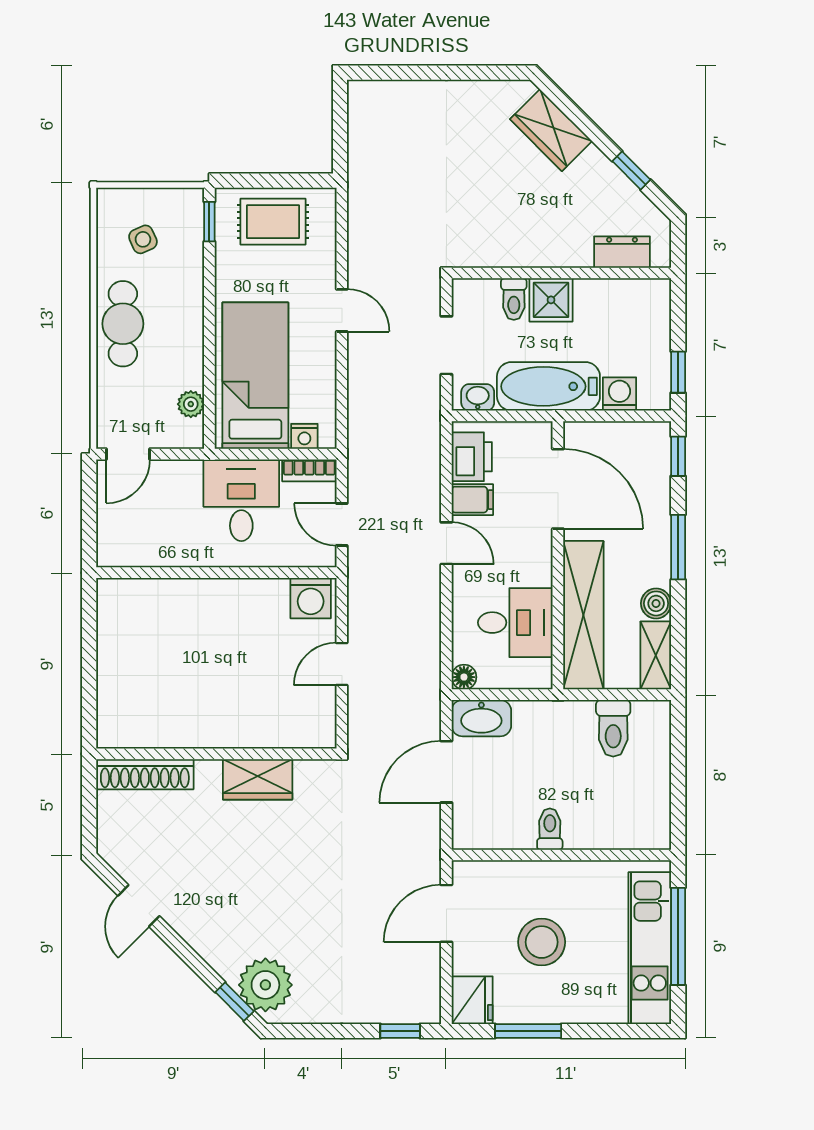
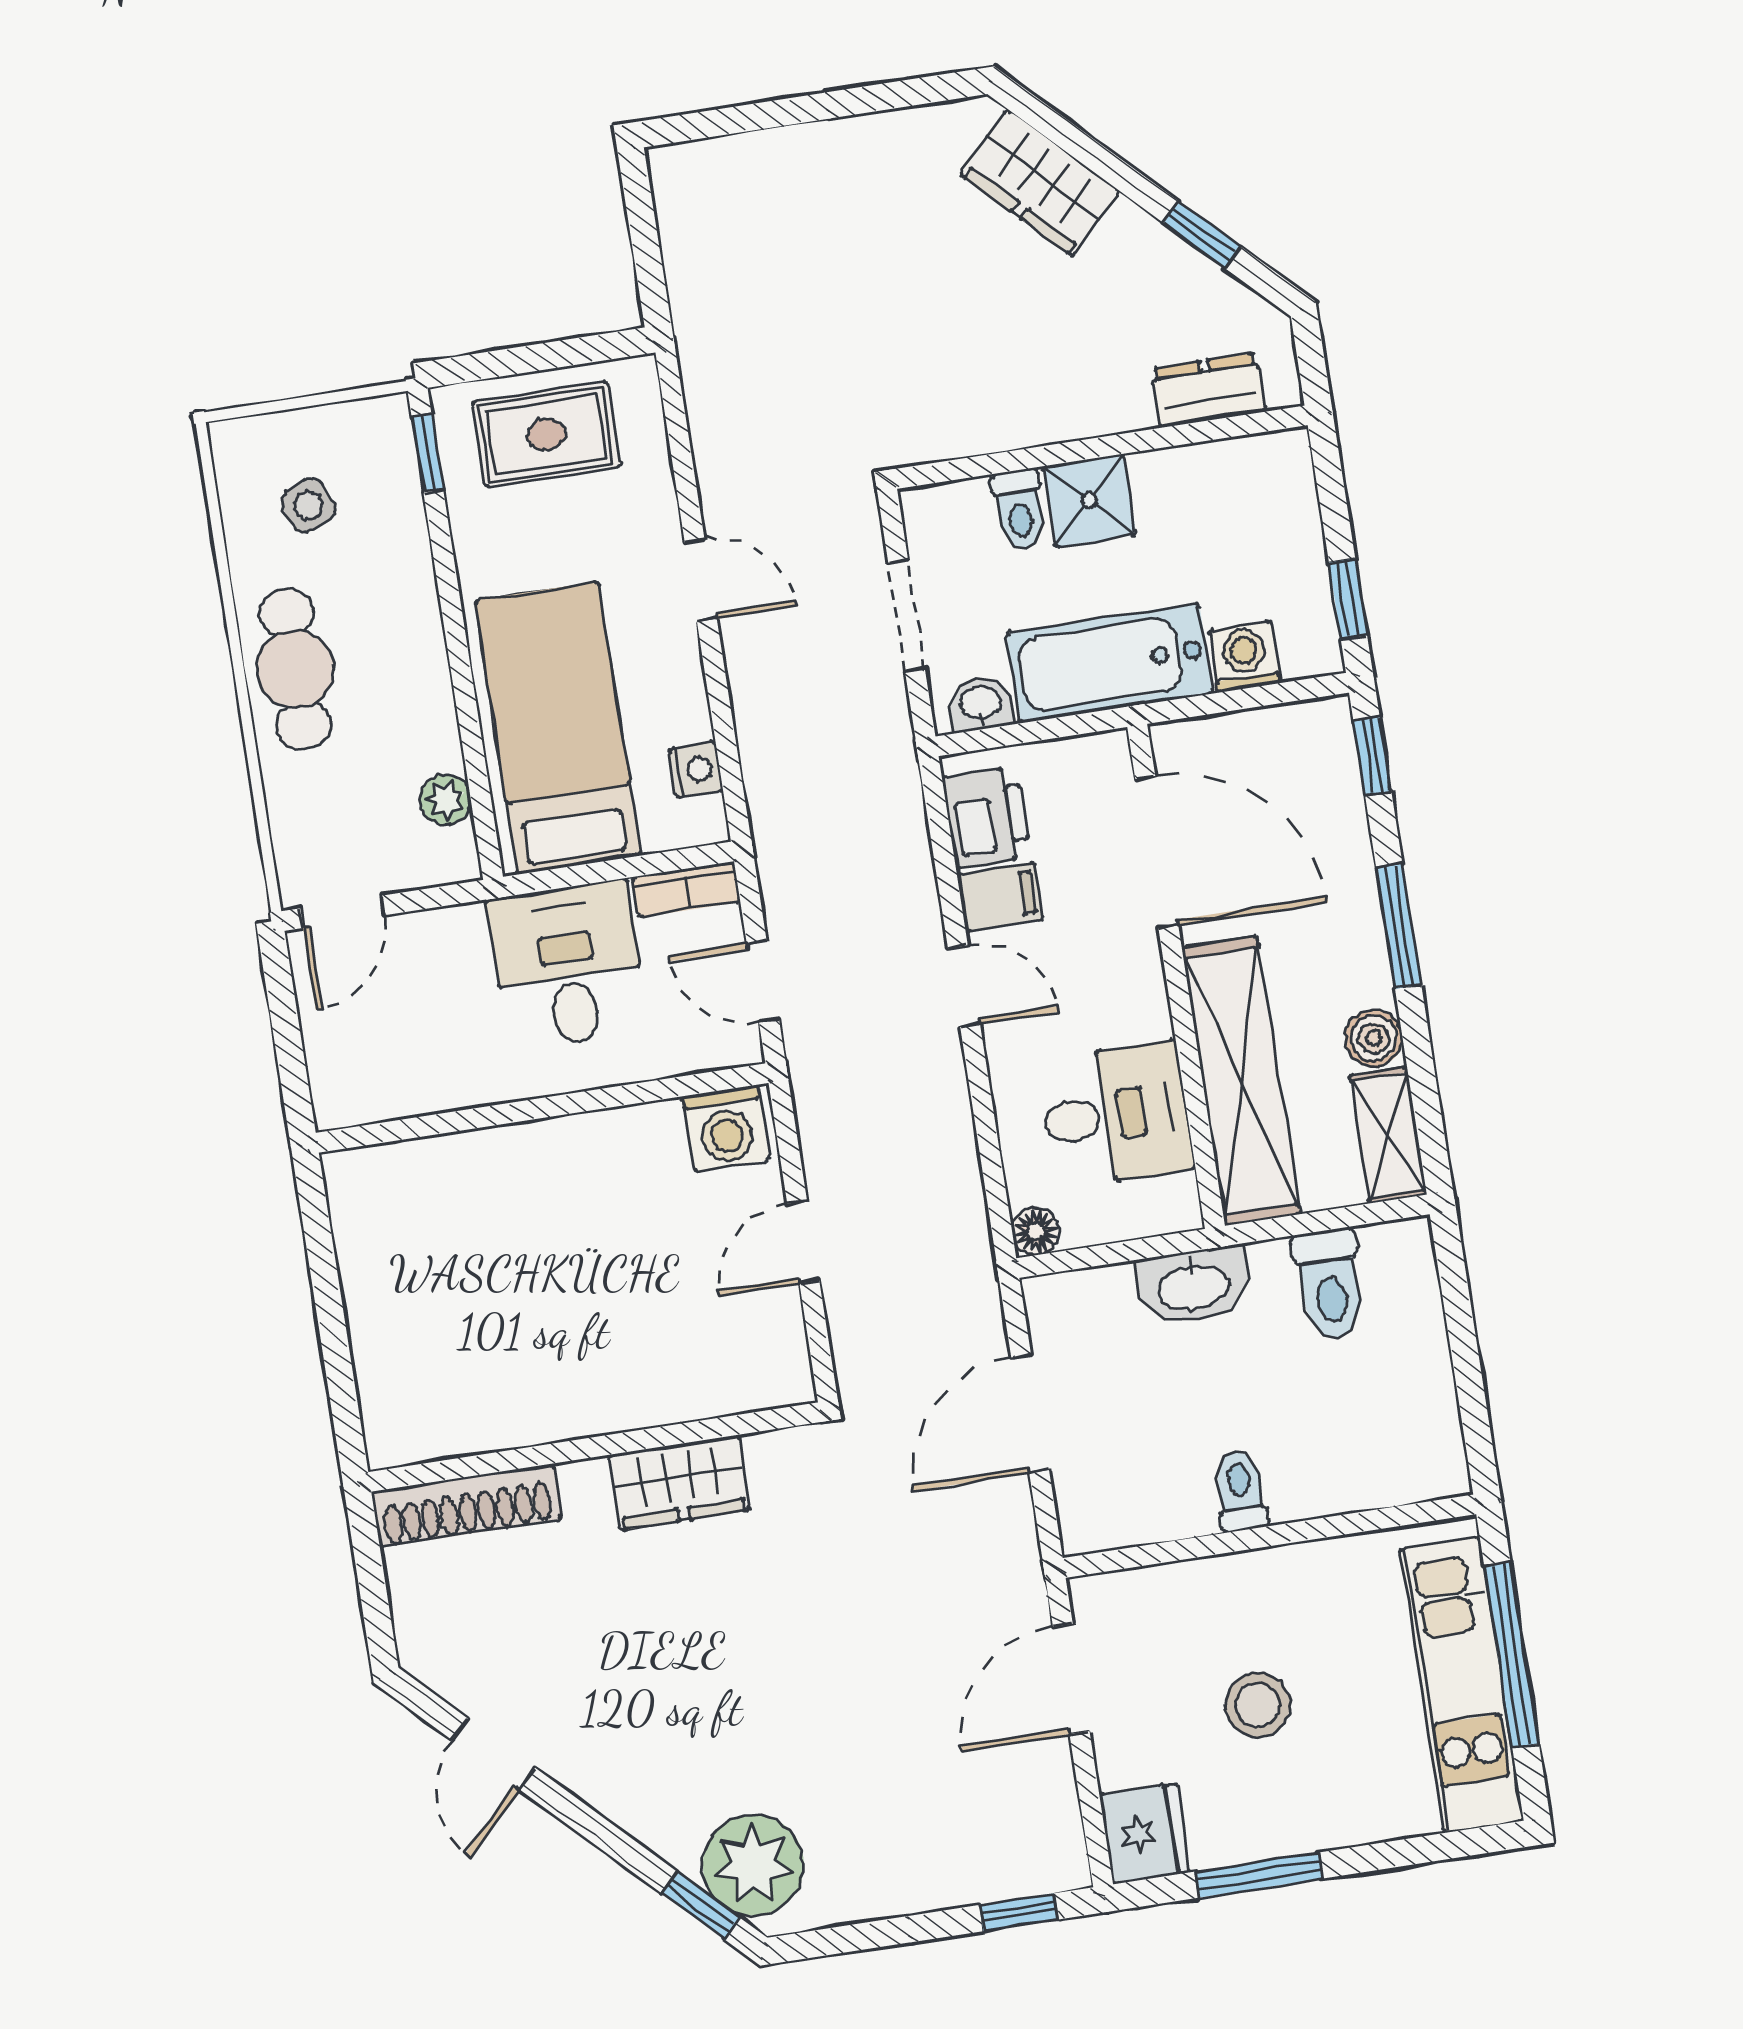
nightstand: (304, 436) -> (696, 770), moved, turned -90
washbasin: (481, 718) -> (1194, 1286), moved
stool: (542, 942) -> (1258, 1705), width x0.73, depth x0.73

